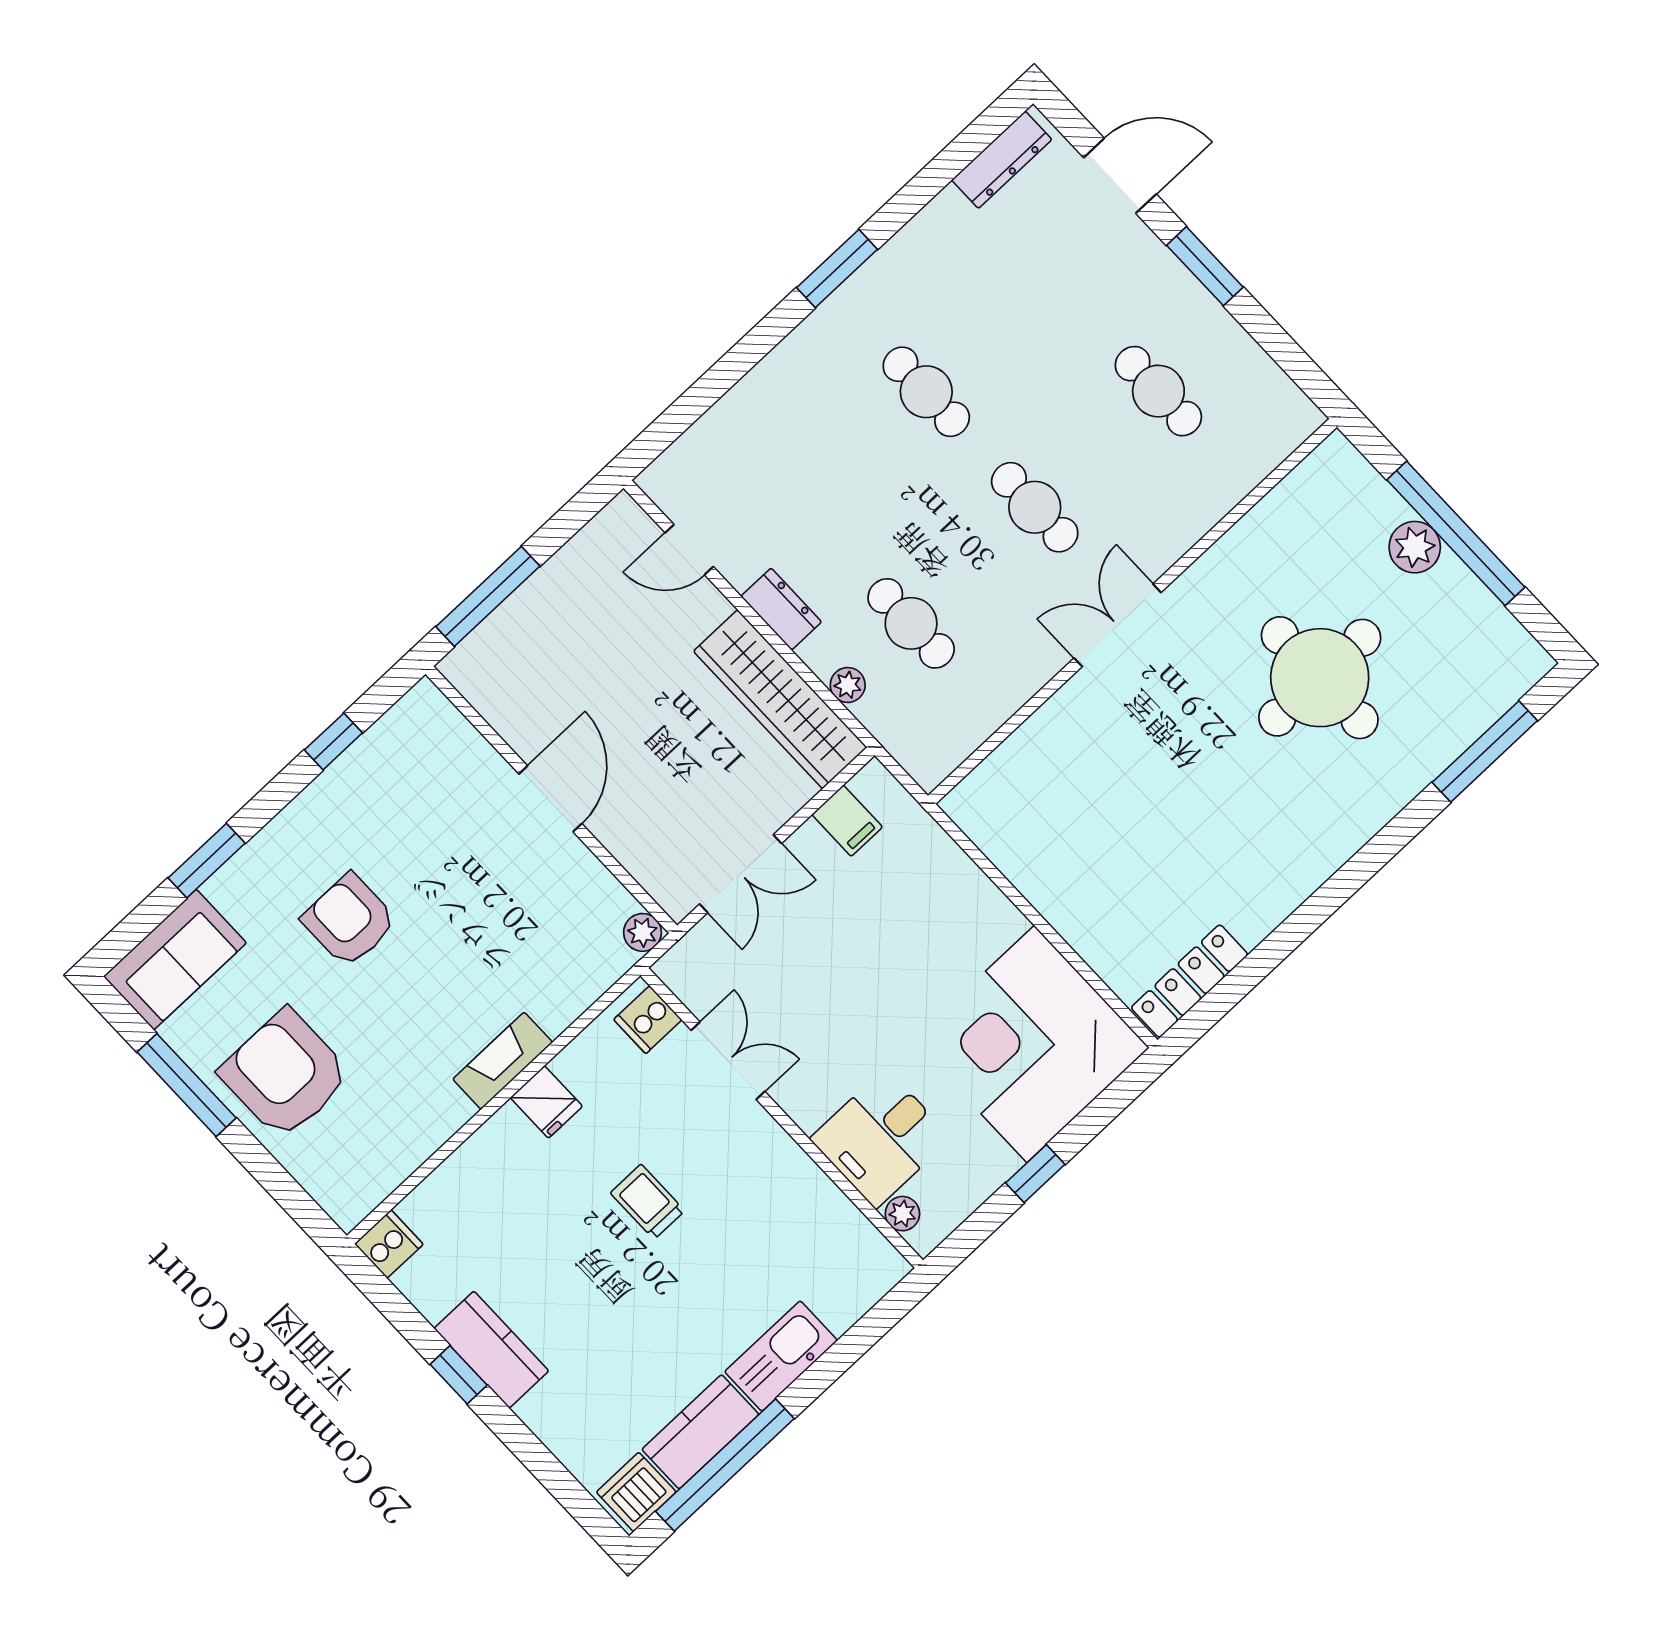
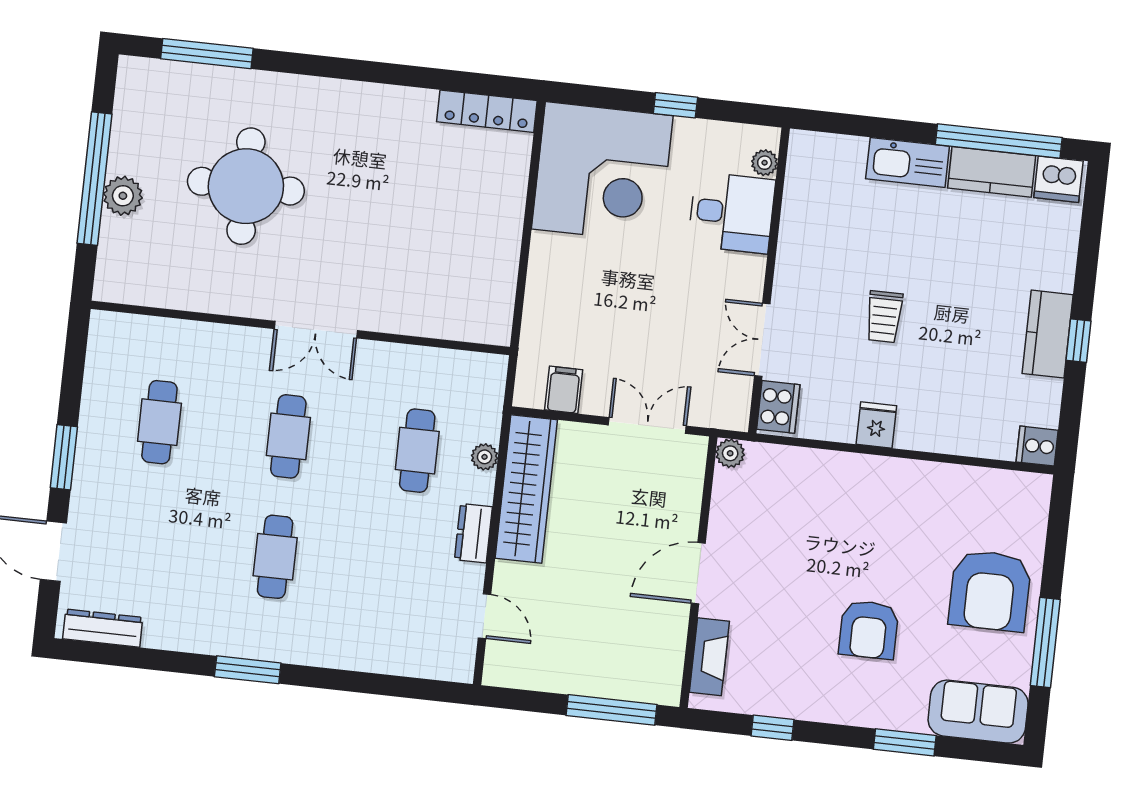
cooker: (648, 1020) -> (778, 407), width x1.36
fireplace: (503, 1061) -> (709, 657), moved, turned -90

